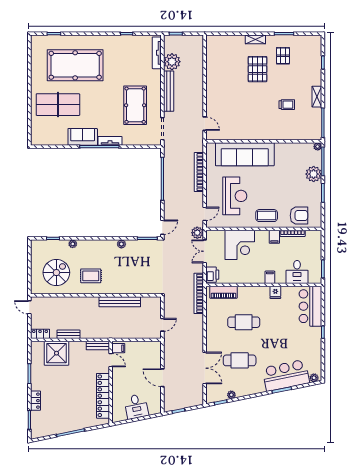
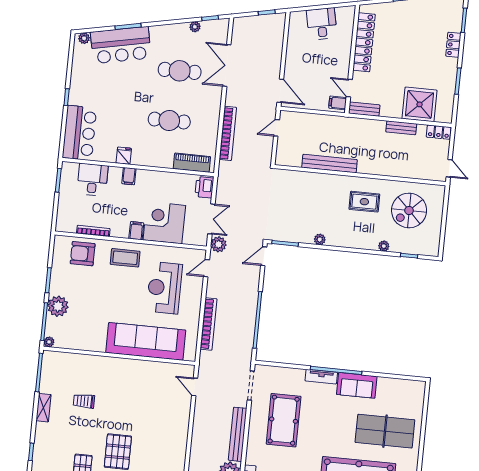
filing cabinet: (274, 237) -> (136, 231), moved
bookcase: (199, 293) -> (228, 133), moved
door: (162, 378) -> (280, 91), moved

